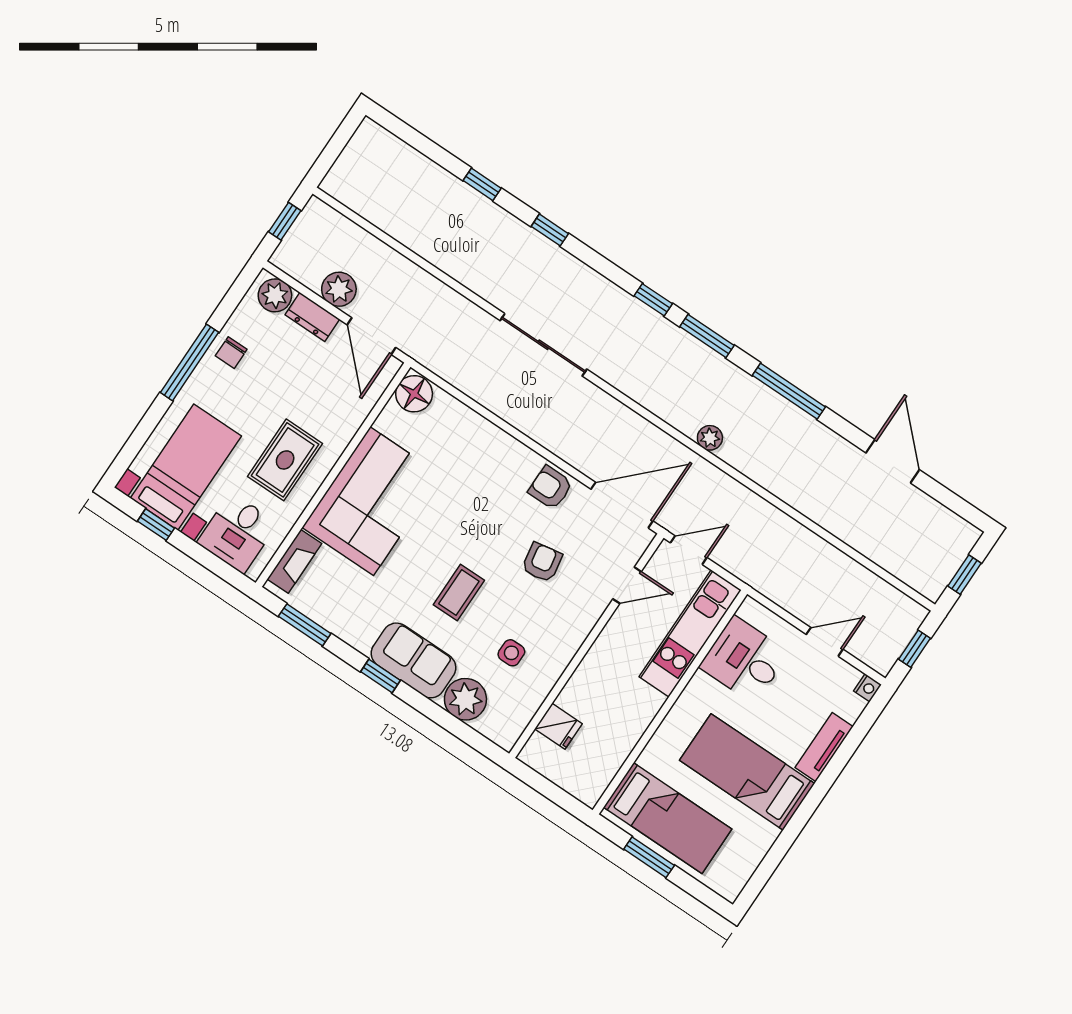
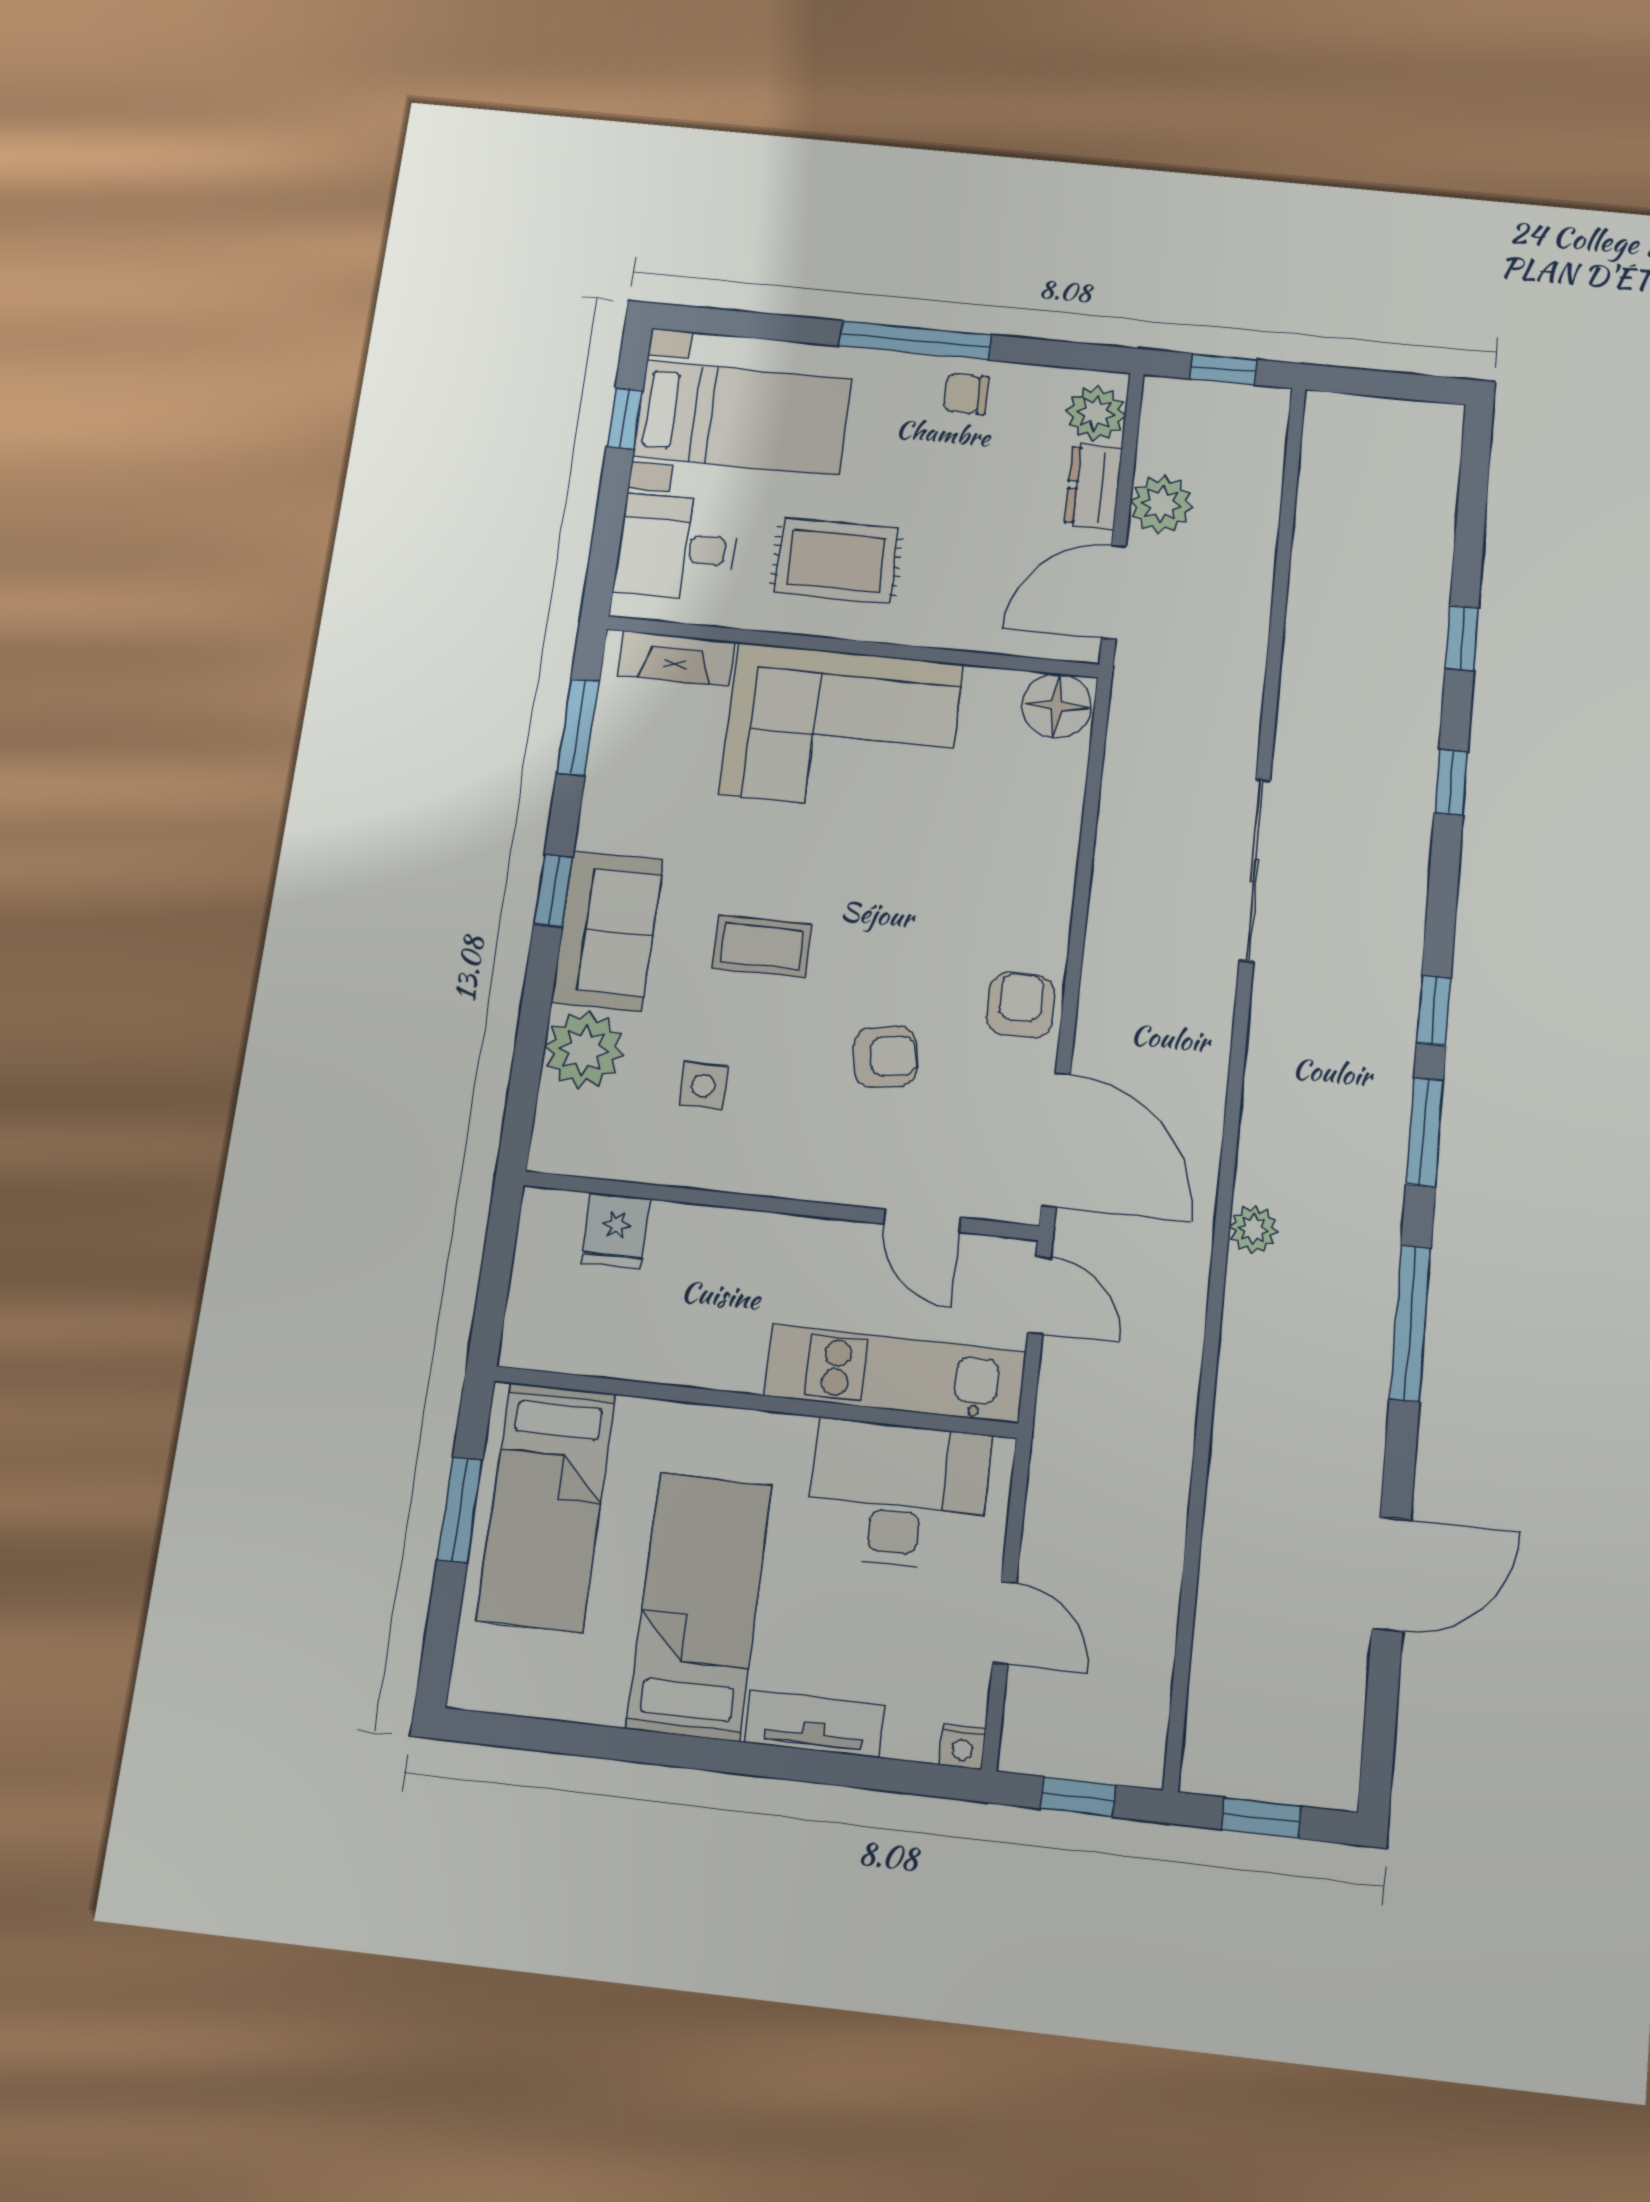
desk: (744, 660) -> (898, 1494), width x1.37

